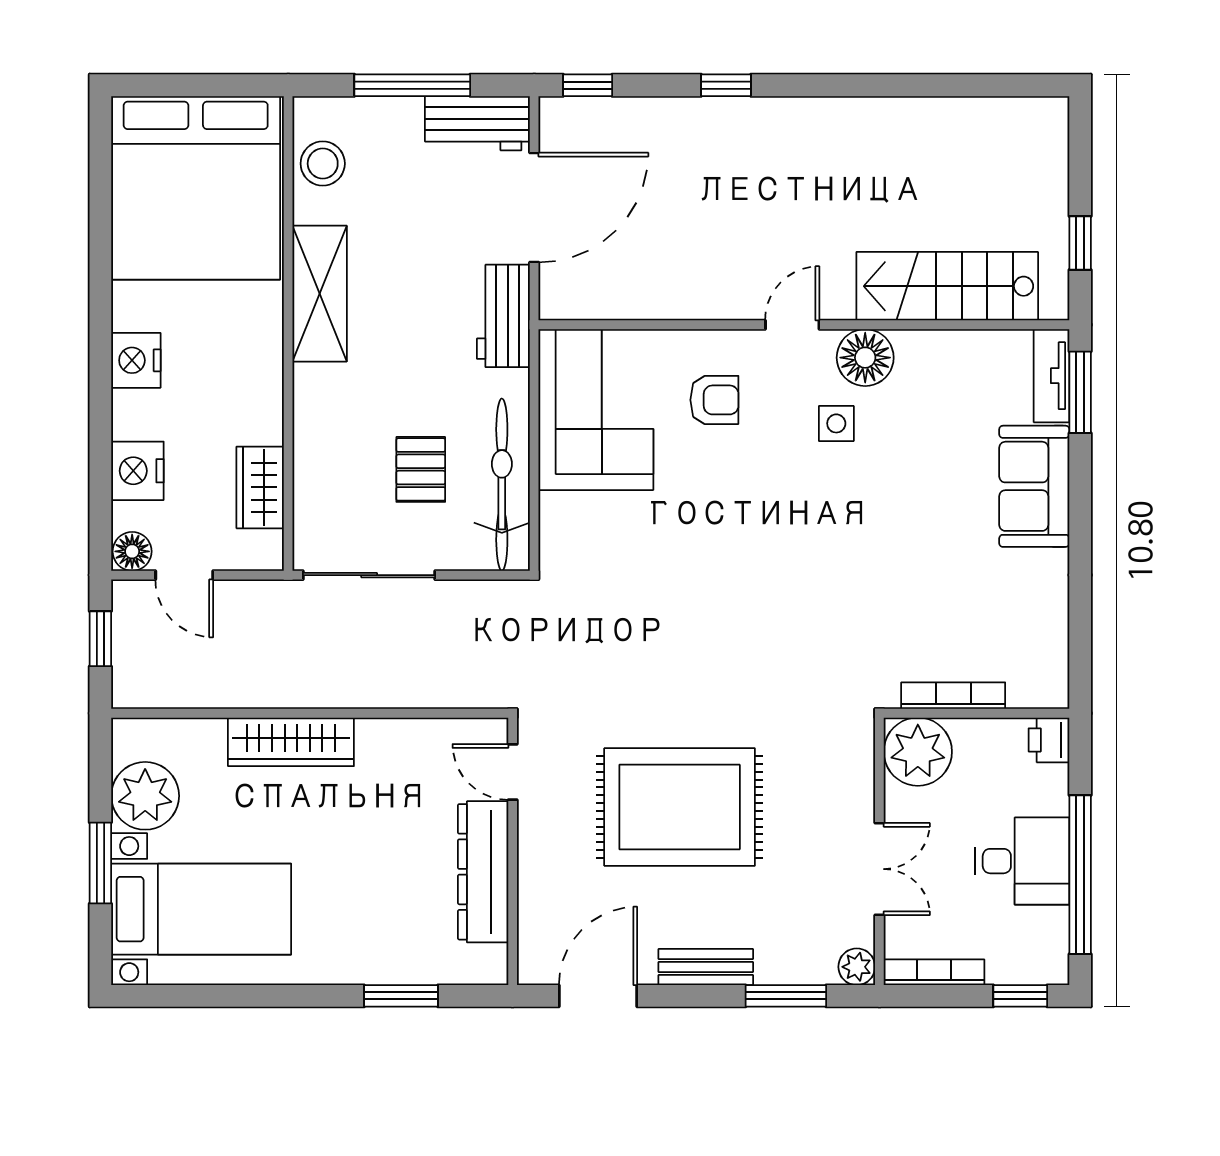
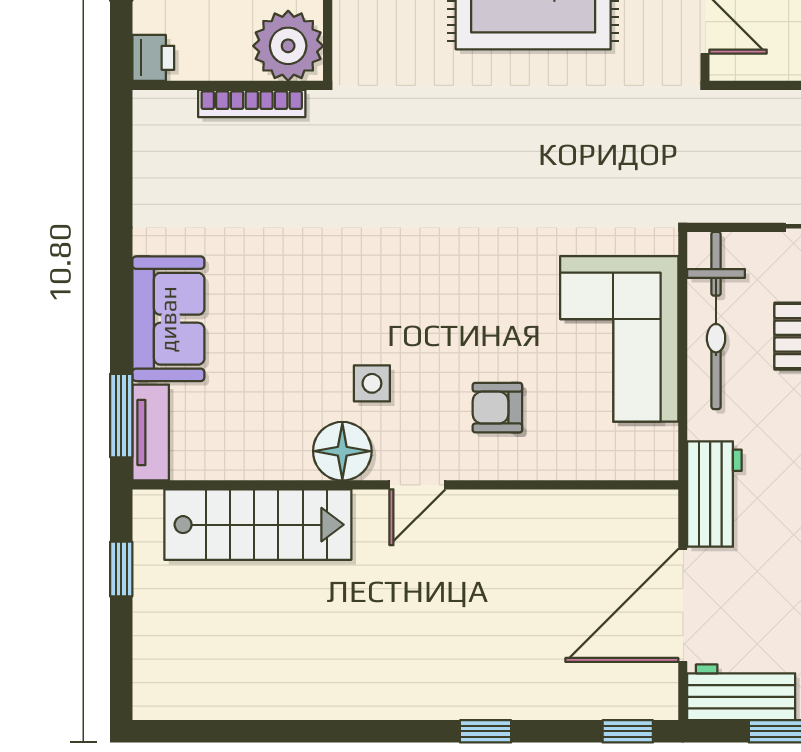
corner sofa: (596, 410) -> (619, 339), moved

